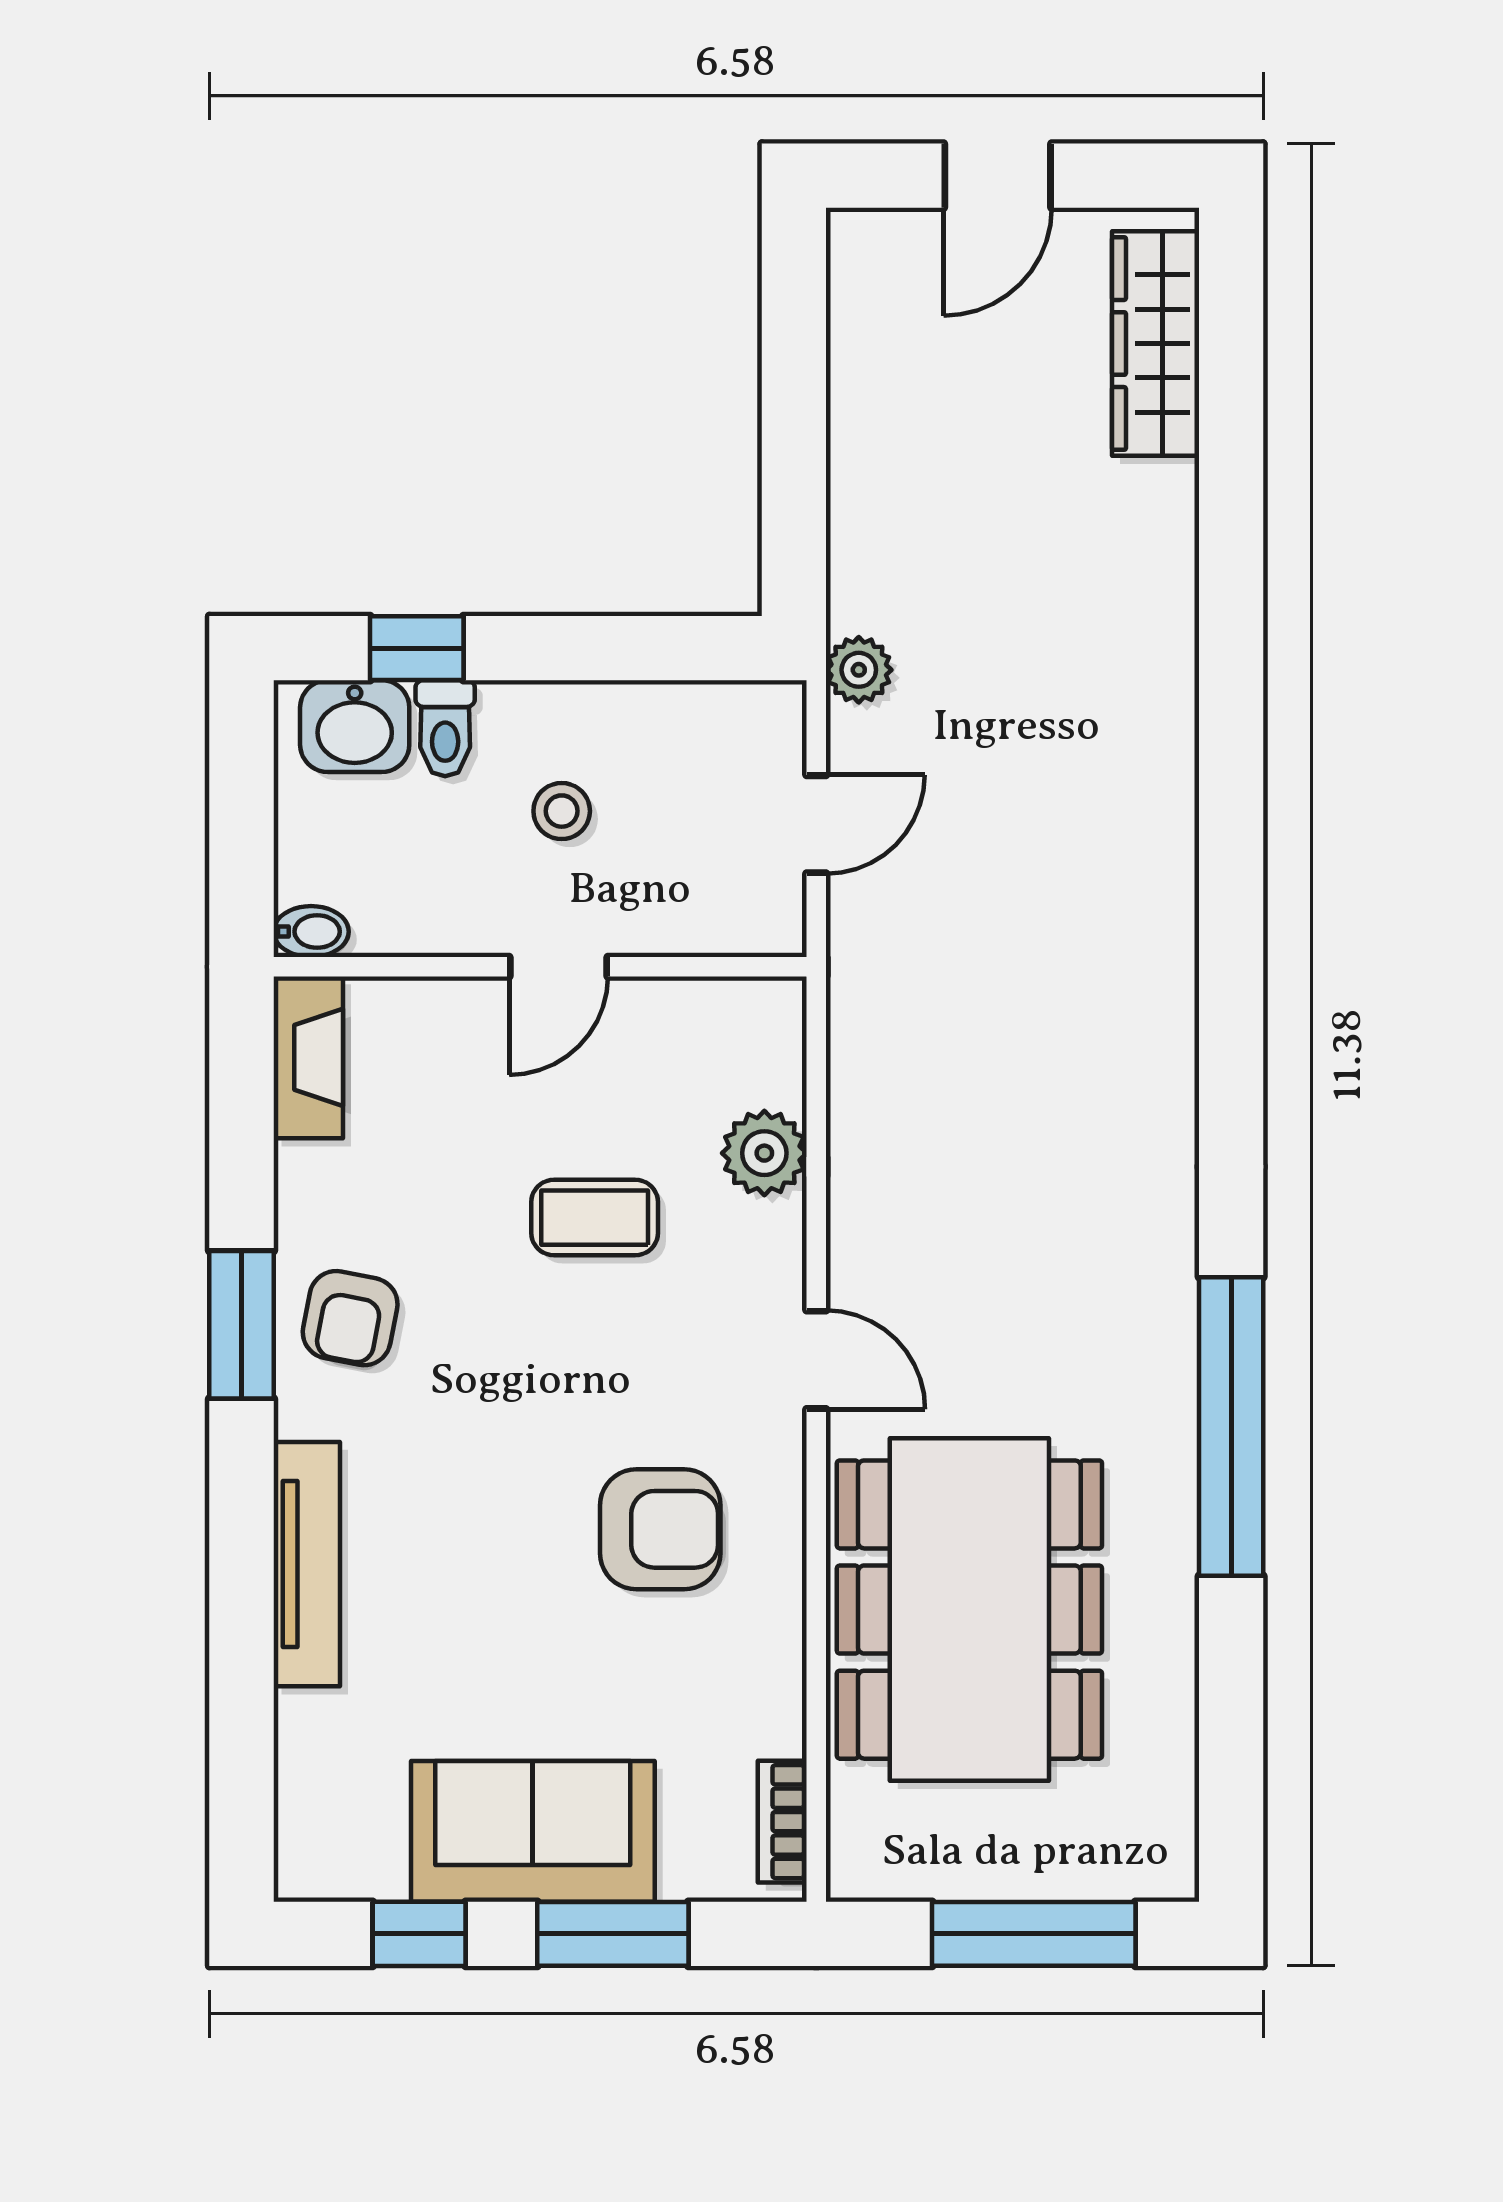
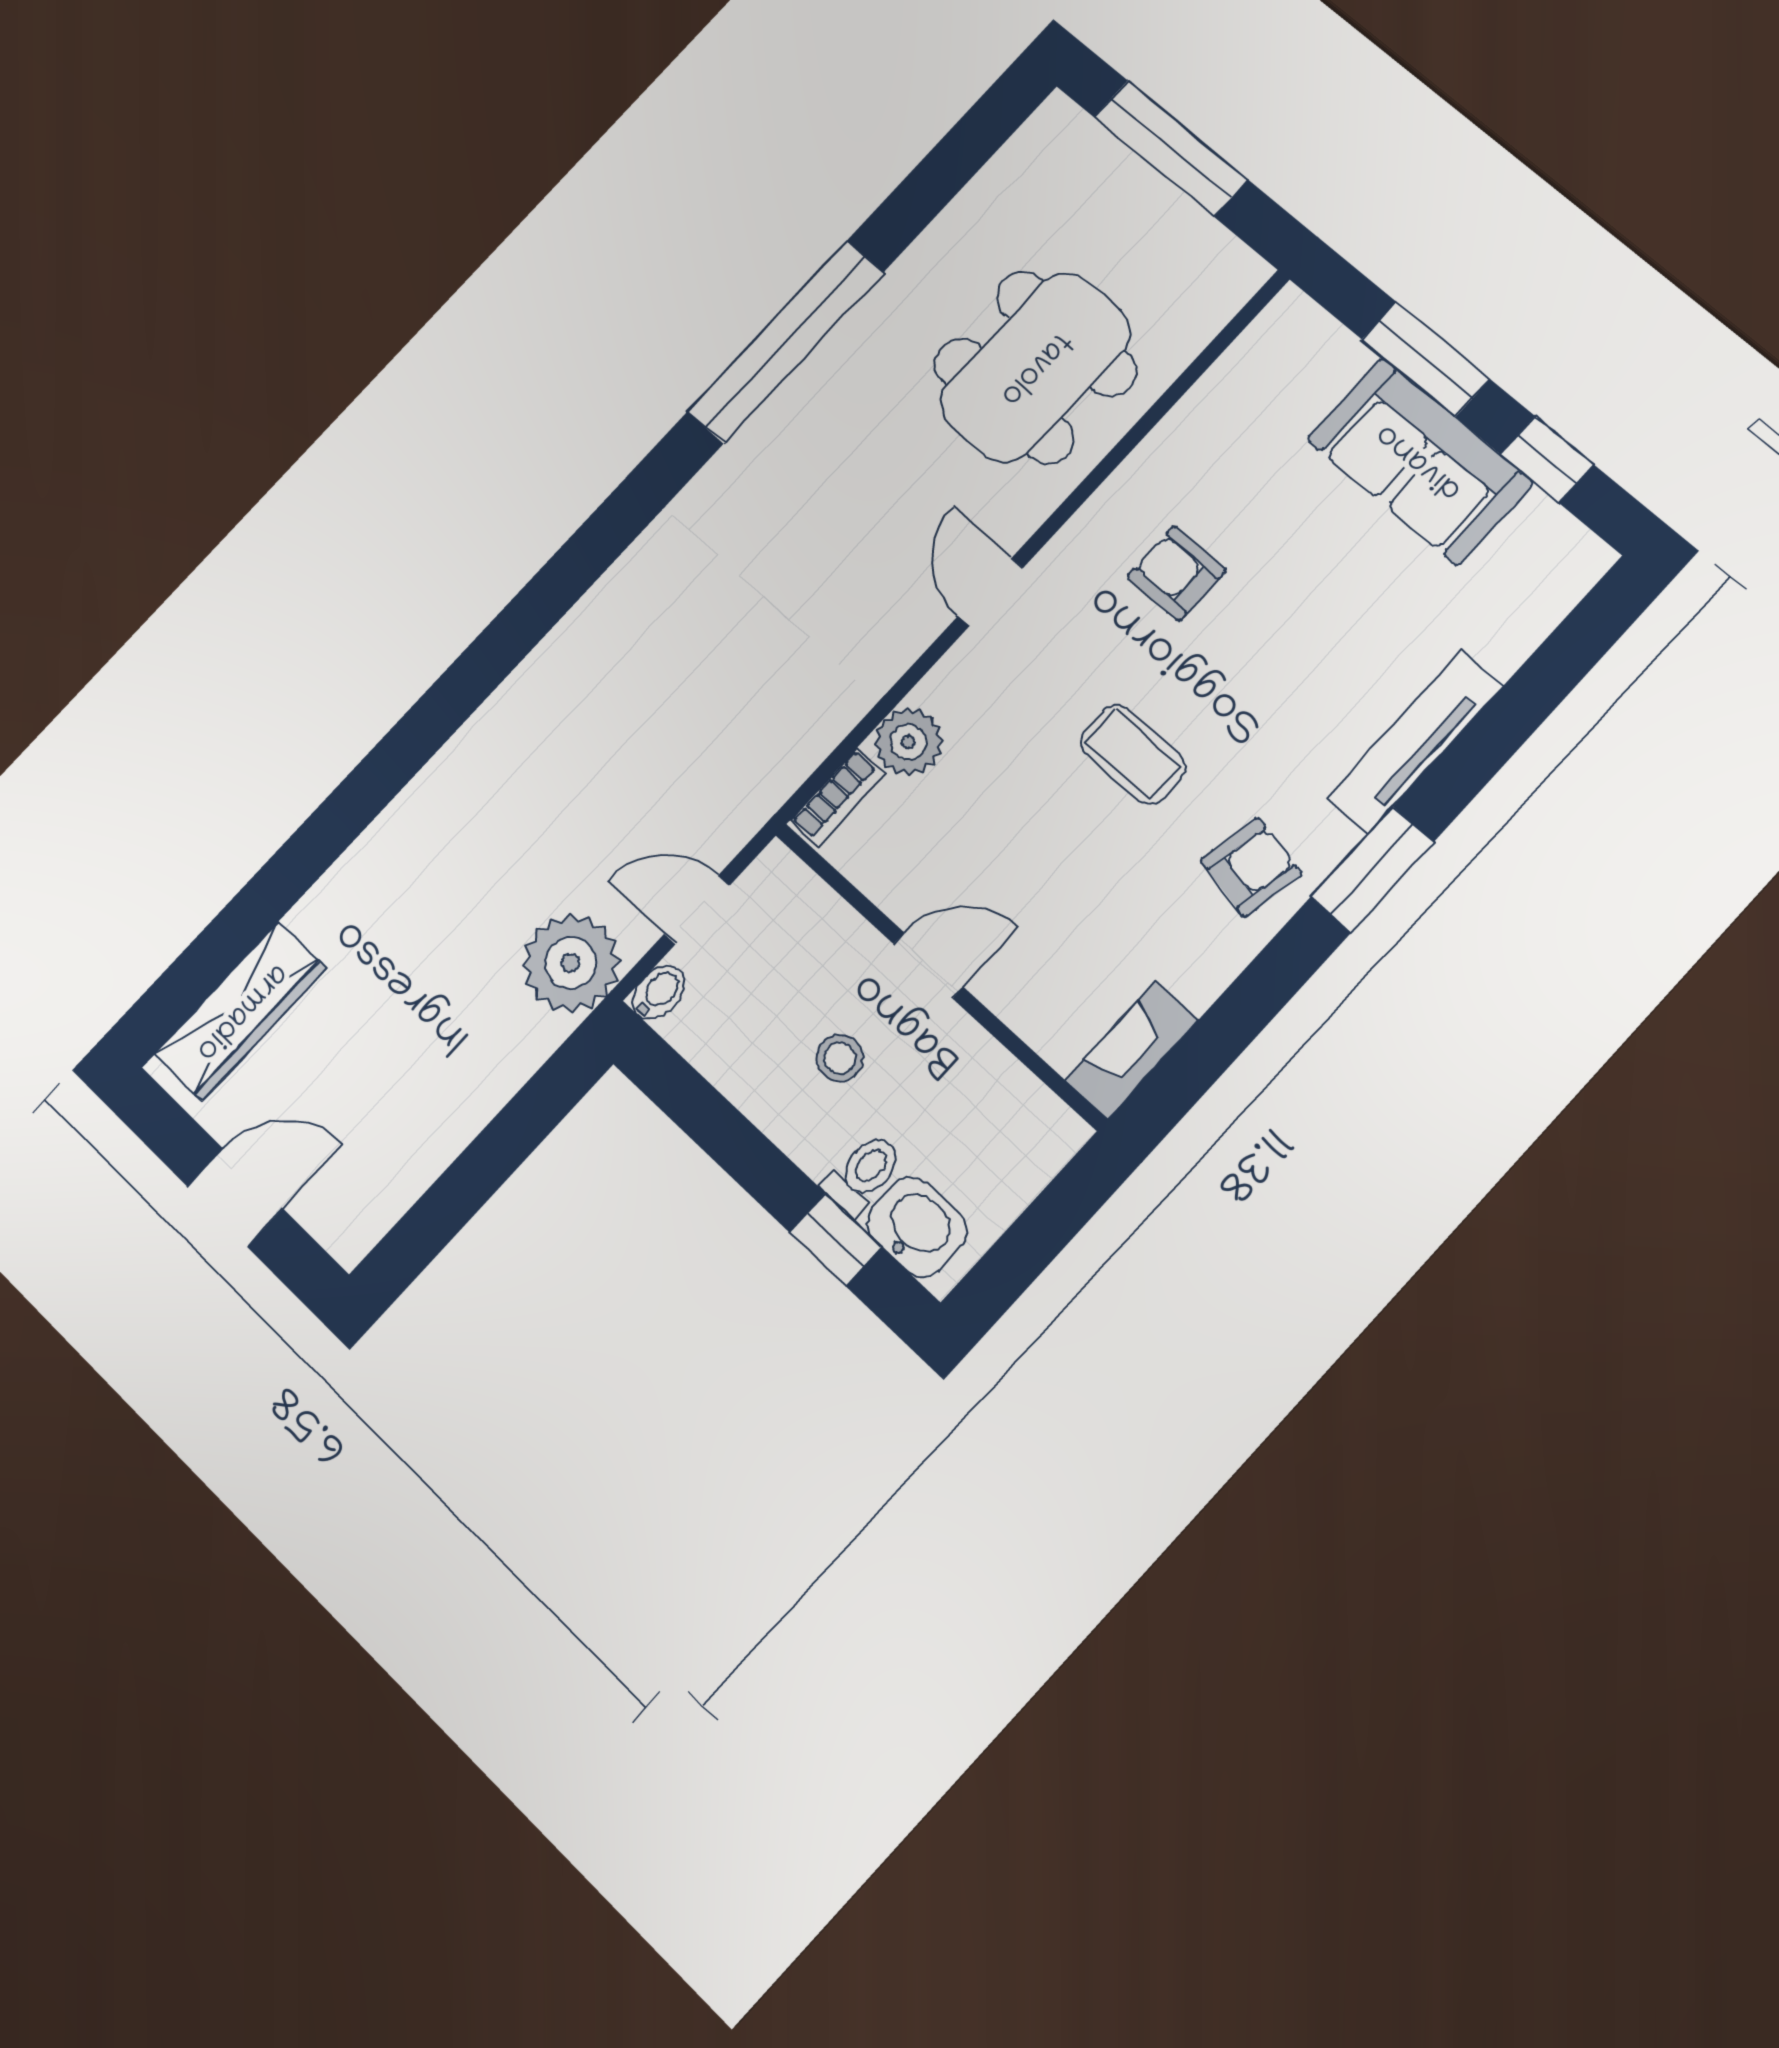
plant: (859, 670) -> (571, 963), width x1.88, depth x1.88
bidet: (311, 932) -> (659, 993), moved, turned 90
coffee table: (595, 1218) -> (1133, 754), moved
window: (242, 1325) -> (1372, 870), moved
armchair: (660, 1529) -> (1177, 574), width x0.72, depth x0.72
dining table: (969, 1610) -> (1035, 367), width x0.73, depth x0.80
bookcase: (782, 1822) -> (837, 797), moved

